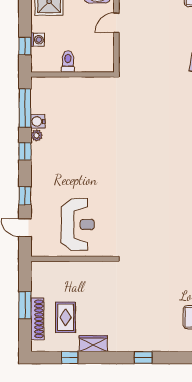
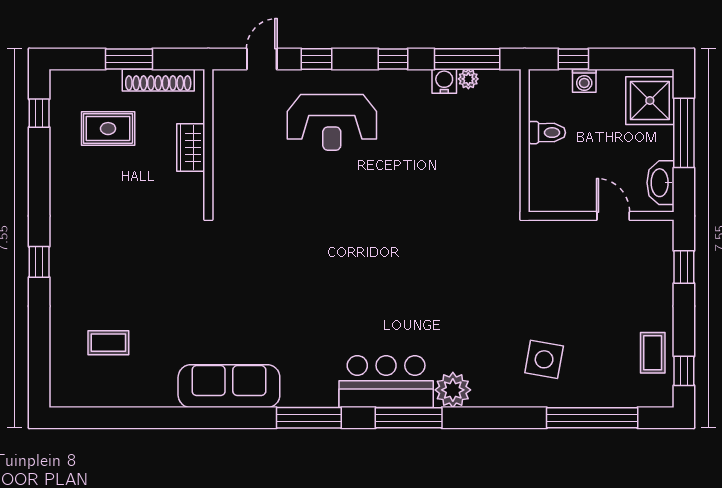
plant: (37, 135) -> (468, 79), moved
reception desk: (78, 225) -> (332, 122), moved
shoe rack: (37, 319) -> (158, 80), moved
wardrobe: (93, 344) -> (191, 148), moved, turned 180
window: (70, 358) -> (39, 113), moved

